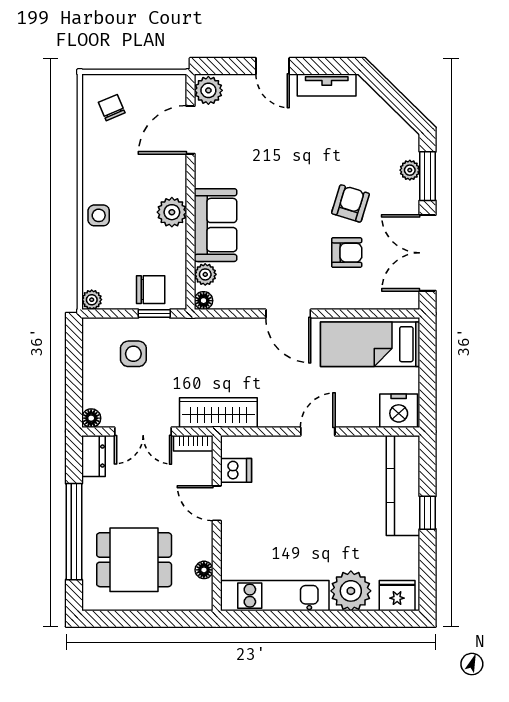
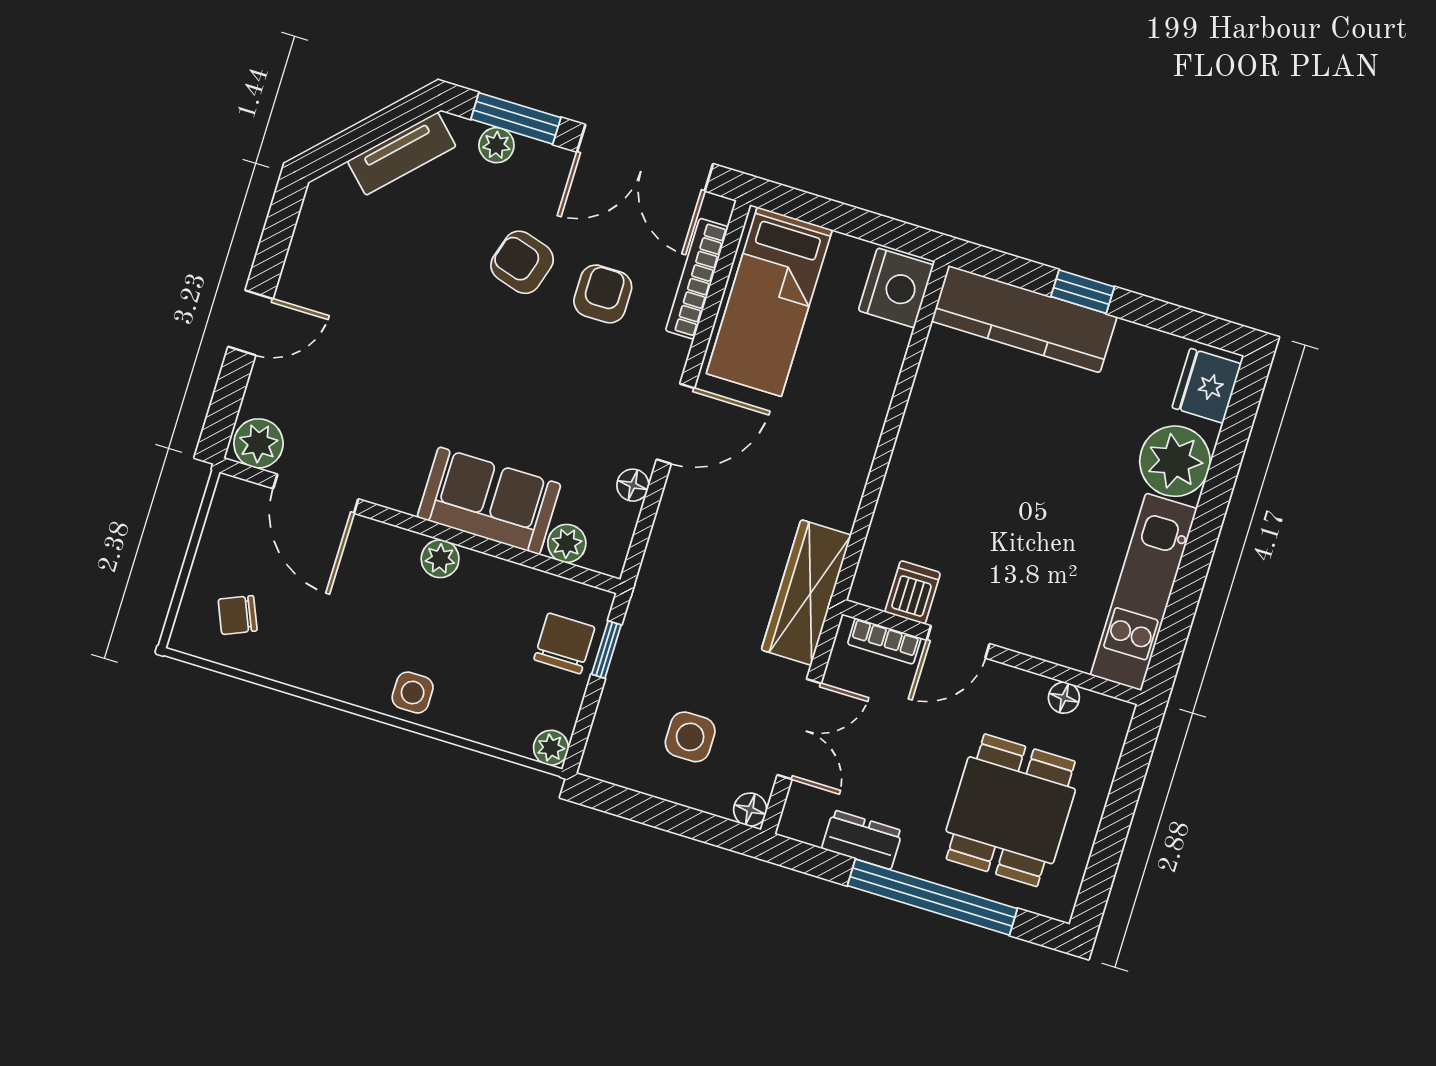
tv unit: (327, 85) -> (402, 154), moved, turned 44
plant: (172, 212) -> (440, 559), width x0.73, depth x0.73
floor lamp: (204, 301) -> (633, 485), moved
bookcase: (371, 301) -> (697, 279), added
side table: (133, 354) -> (690, 737), moved
door: (318, 431) -> (889, 435), removed
bookcase: (193, 443) -> (884, 641), moved, turned 90
dresser: (93, 456) -> (862, 840), moved

